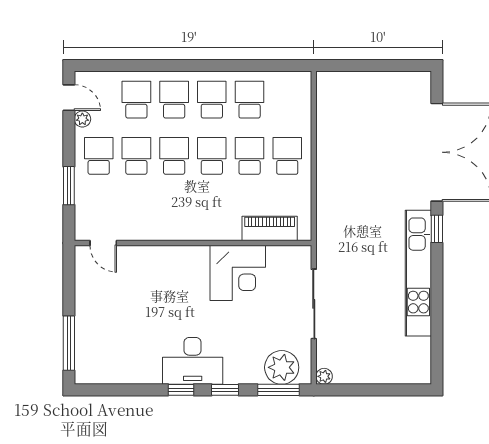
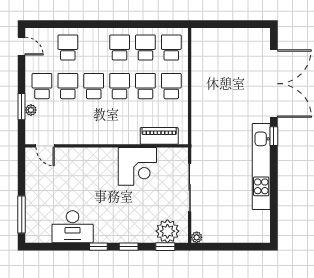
school desk: (174, 100) -> (171, 48), moved
plant: (82, 119) -> (31, 110), moved
desk: (193, 361) -> (73, 227), moved
window: (278, 390) -> (165, 247), width x0.67

